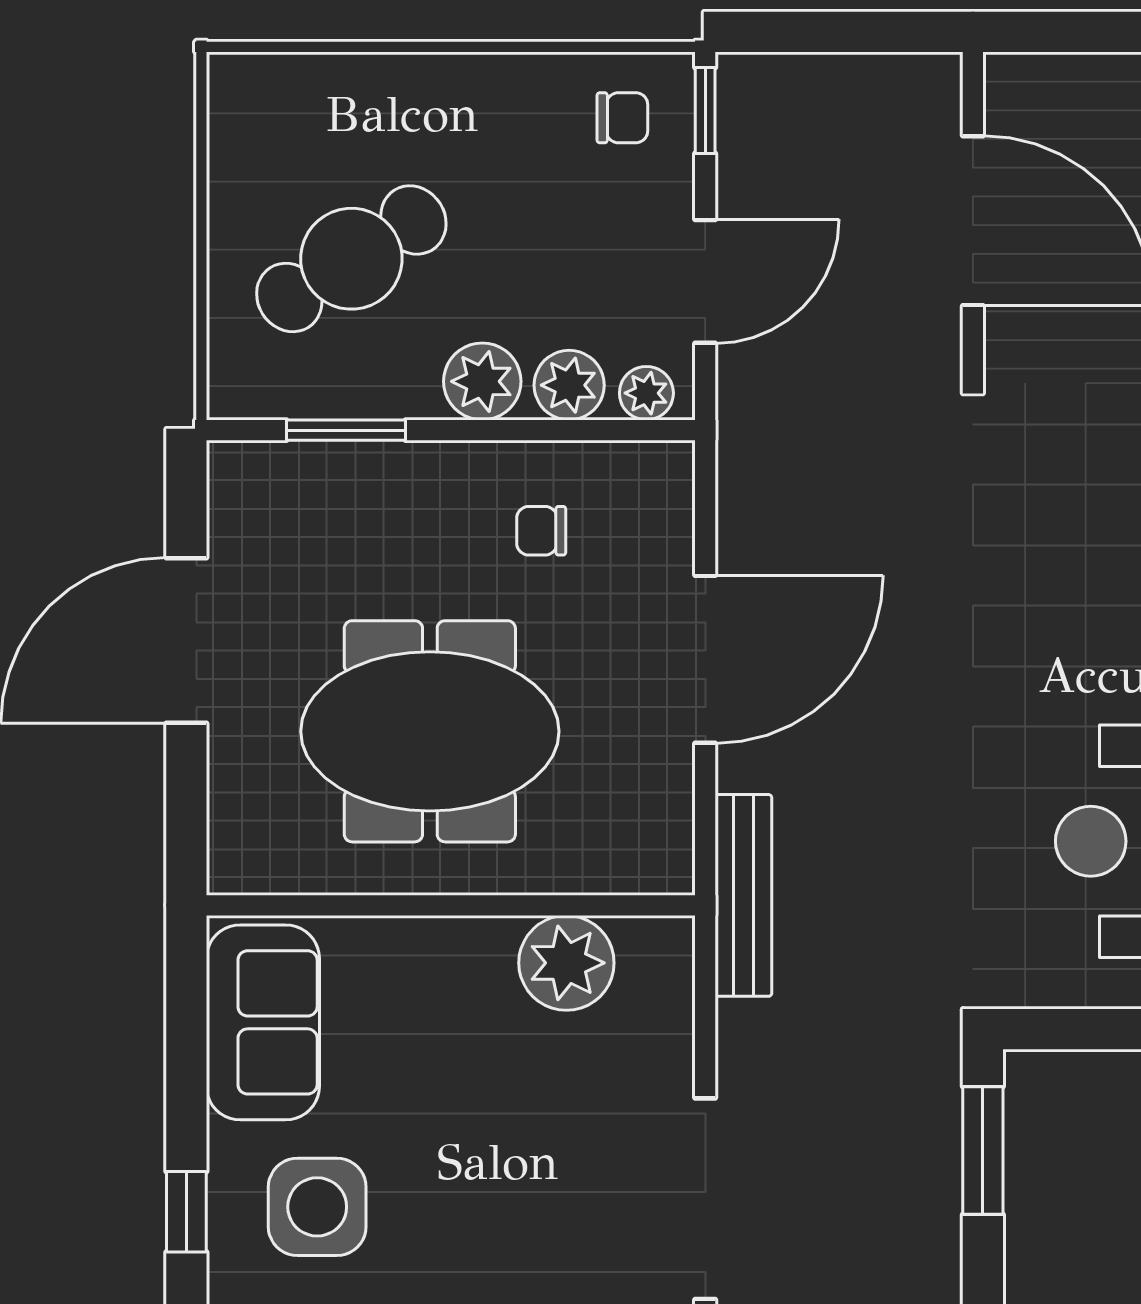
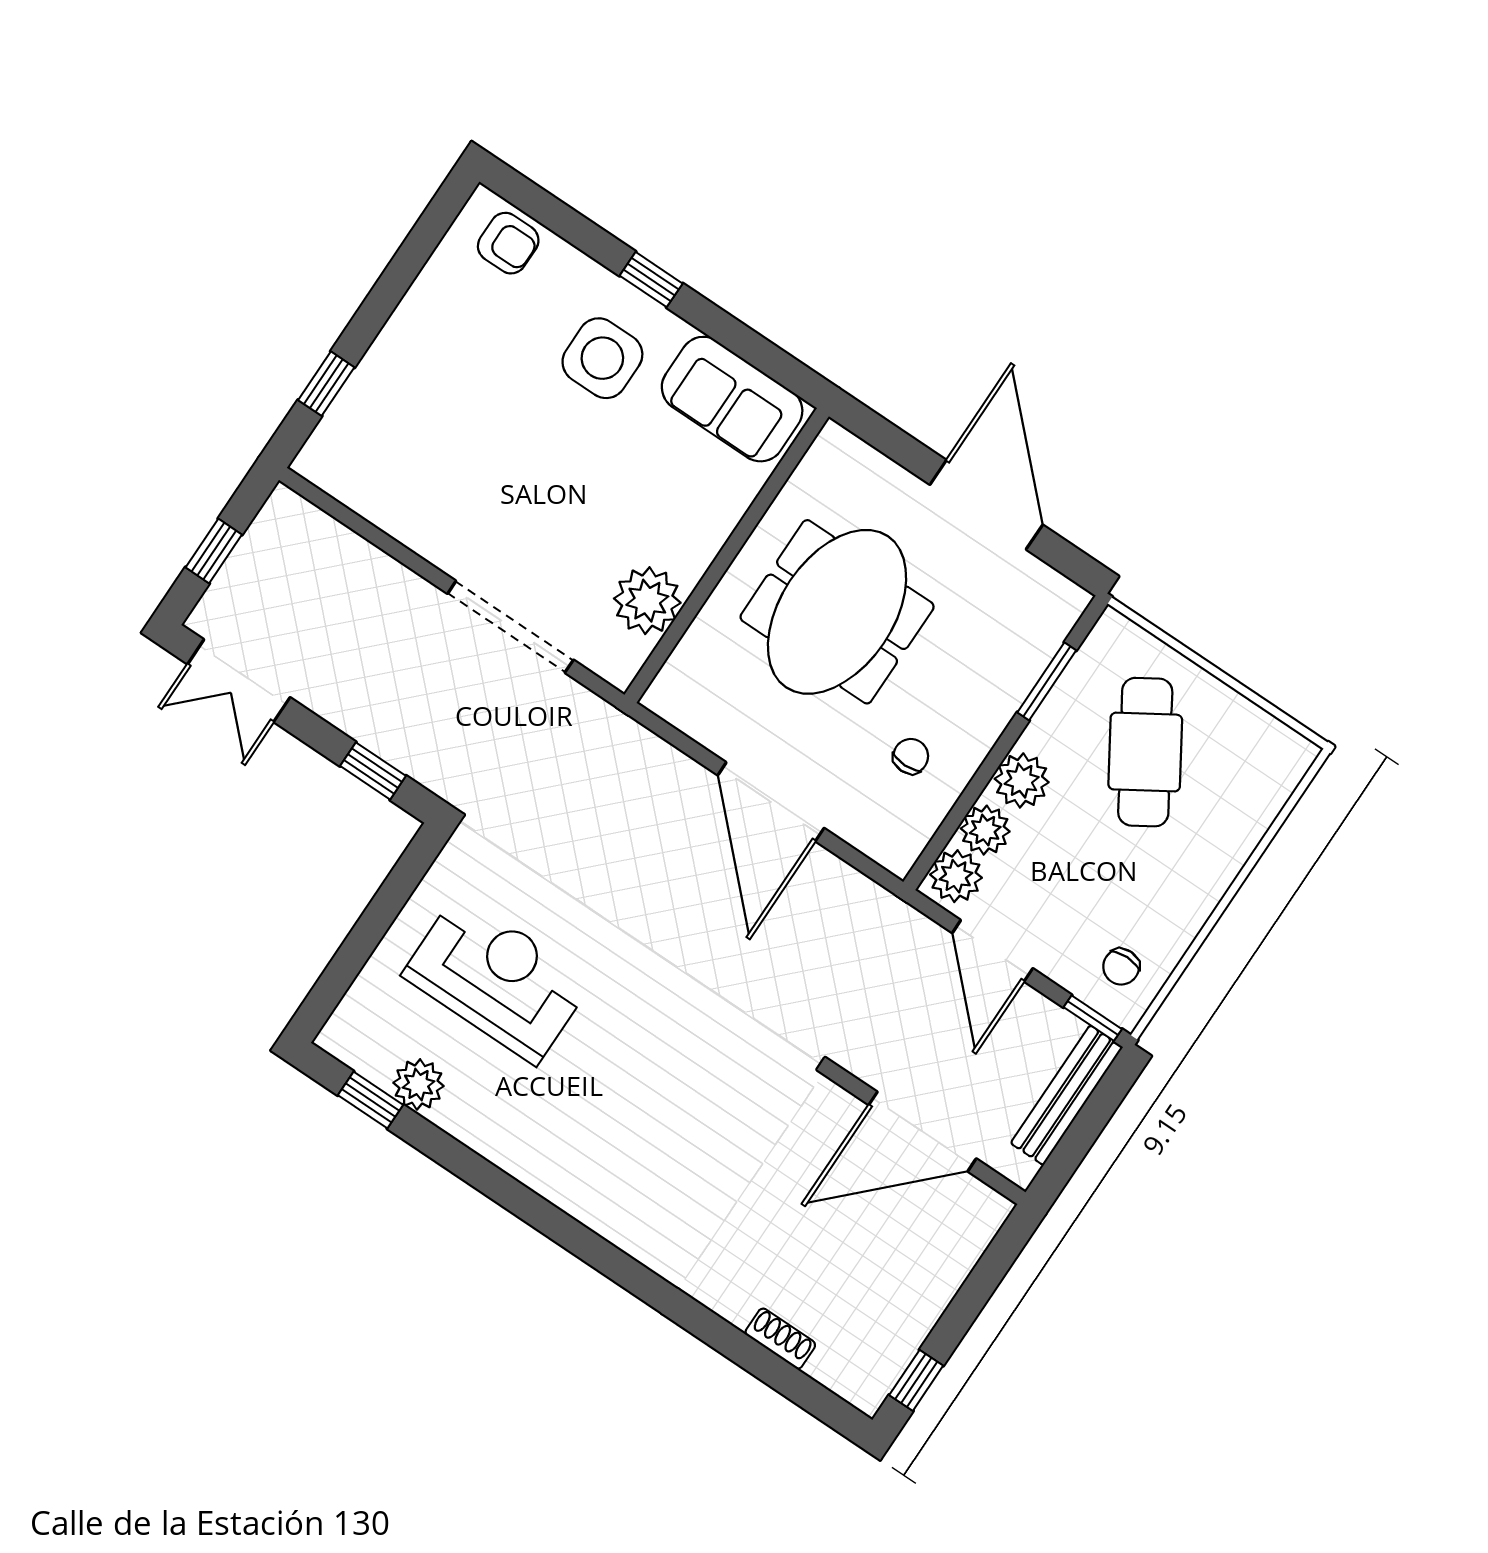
plant: (646, 393) -> (956, 876), width x1.38, depth x1.38
bench: (743, 895) -> (1067, 1095), moved, turned 90
window: (983, 1151) -> (373, 771), width x0.67
doorway: (705, 1199) -> (510, 627), moved

